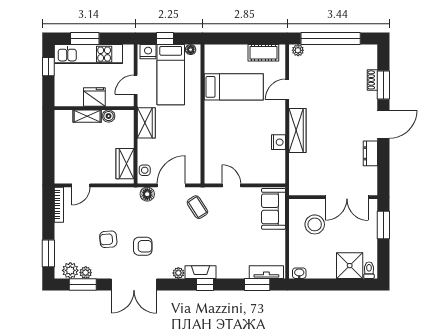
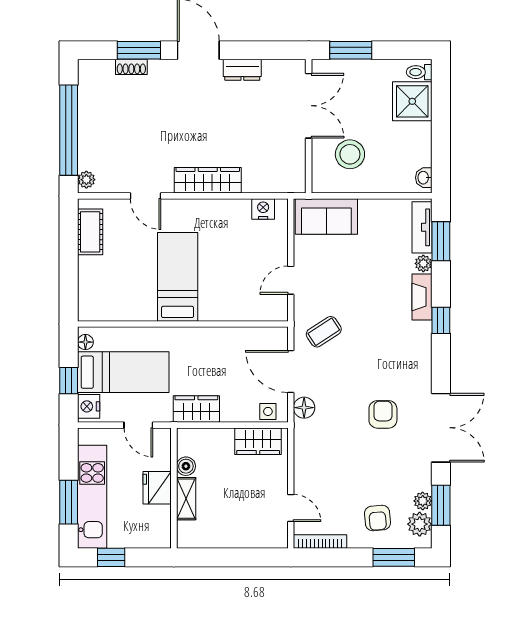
bed: (234, 87) -> (178, 277), moved
nightstand: (279, 142) -> (263, 209), moved
armchair: (108, 239) -> (378, 518), moved
fireplace: (200, 272) -> (422, 297), moved
plant: (178, 273) -> (423, 263), moved

